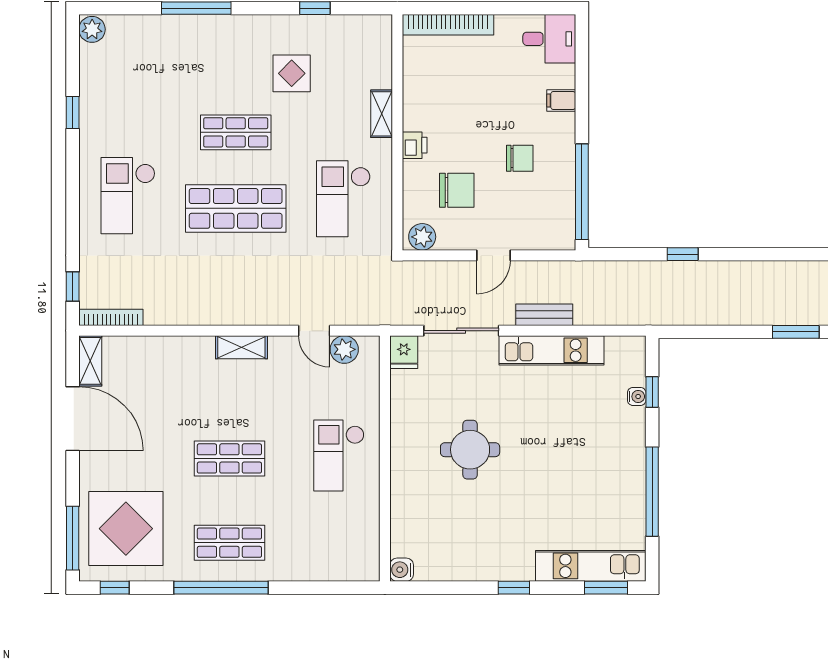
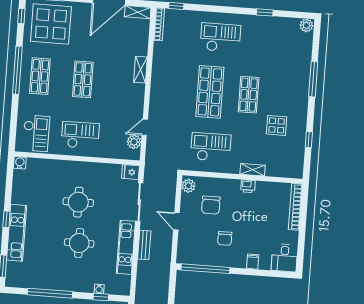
printer: (415, 145) -> (248, 186), moved
shelving: (241, 347) -> (140, 70), moved
round table: (550, 442) -> (79, 243), added
checkout: (342, 542) -> (36, 133), added
kitchen unit: (591, 566) -> (17, 233), moved

